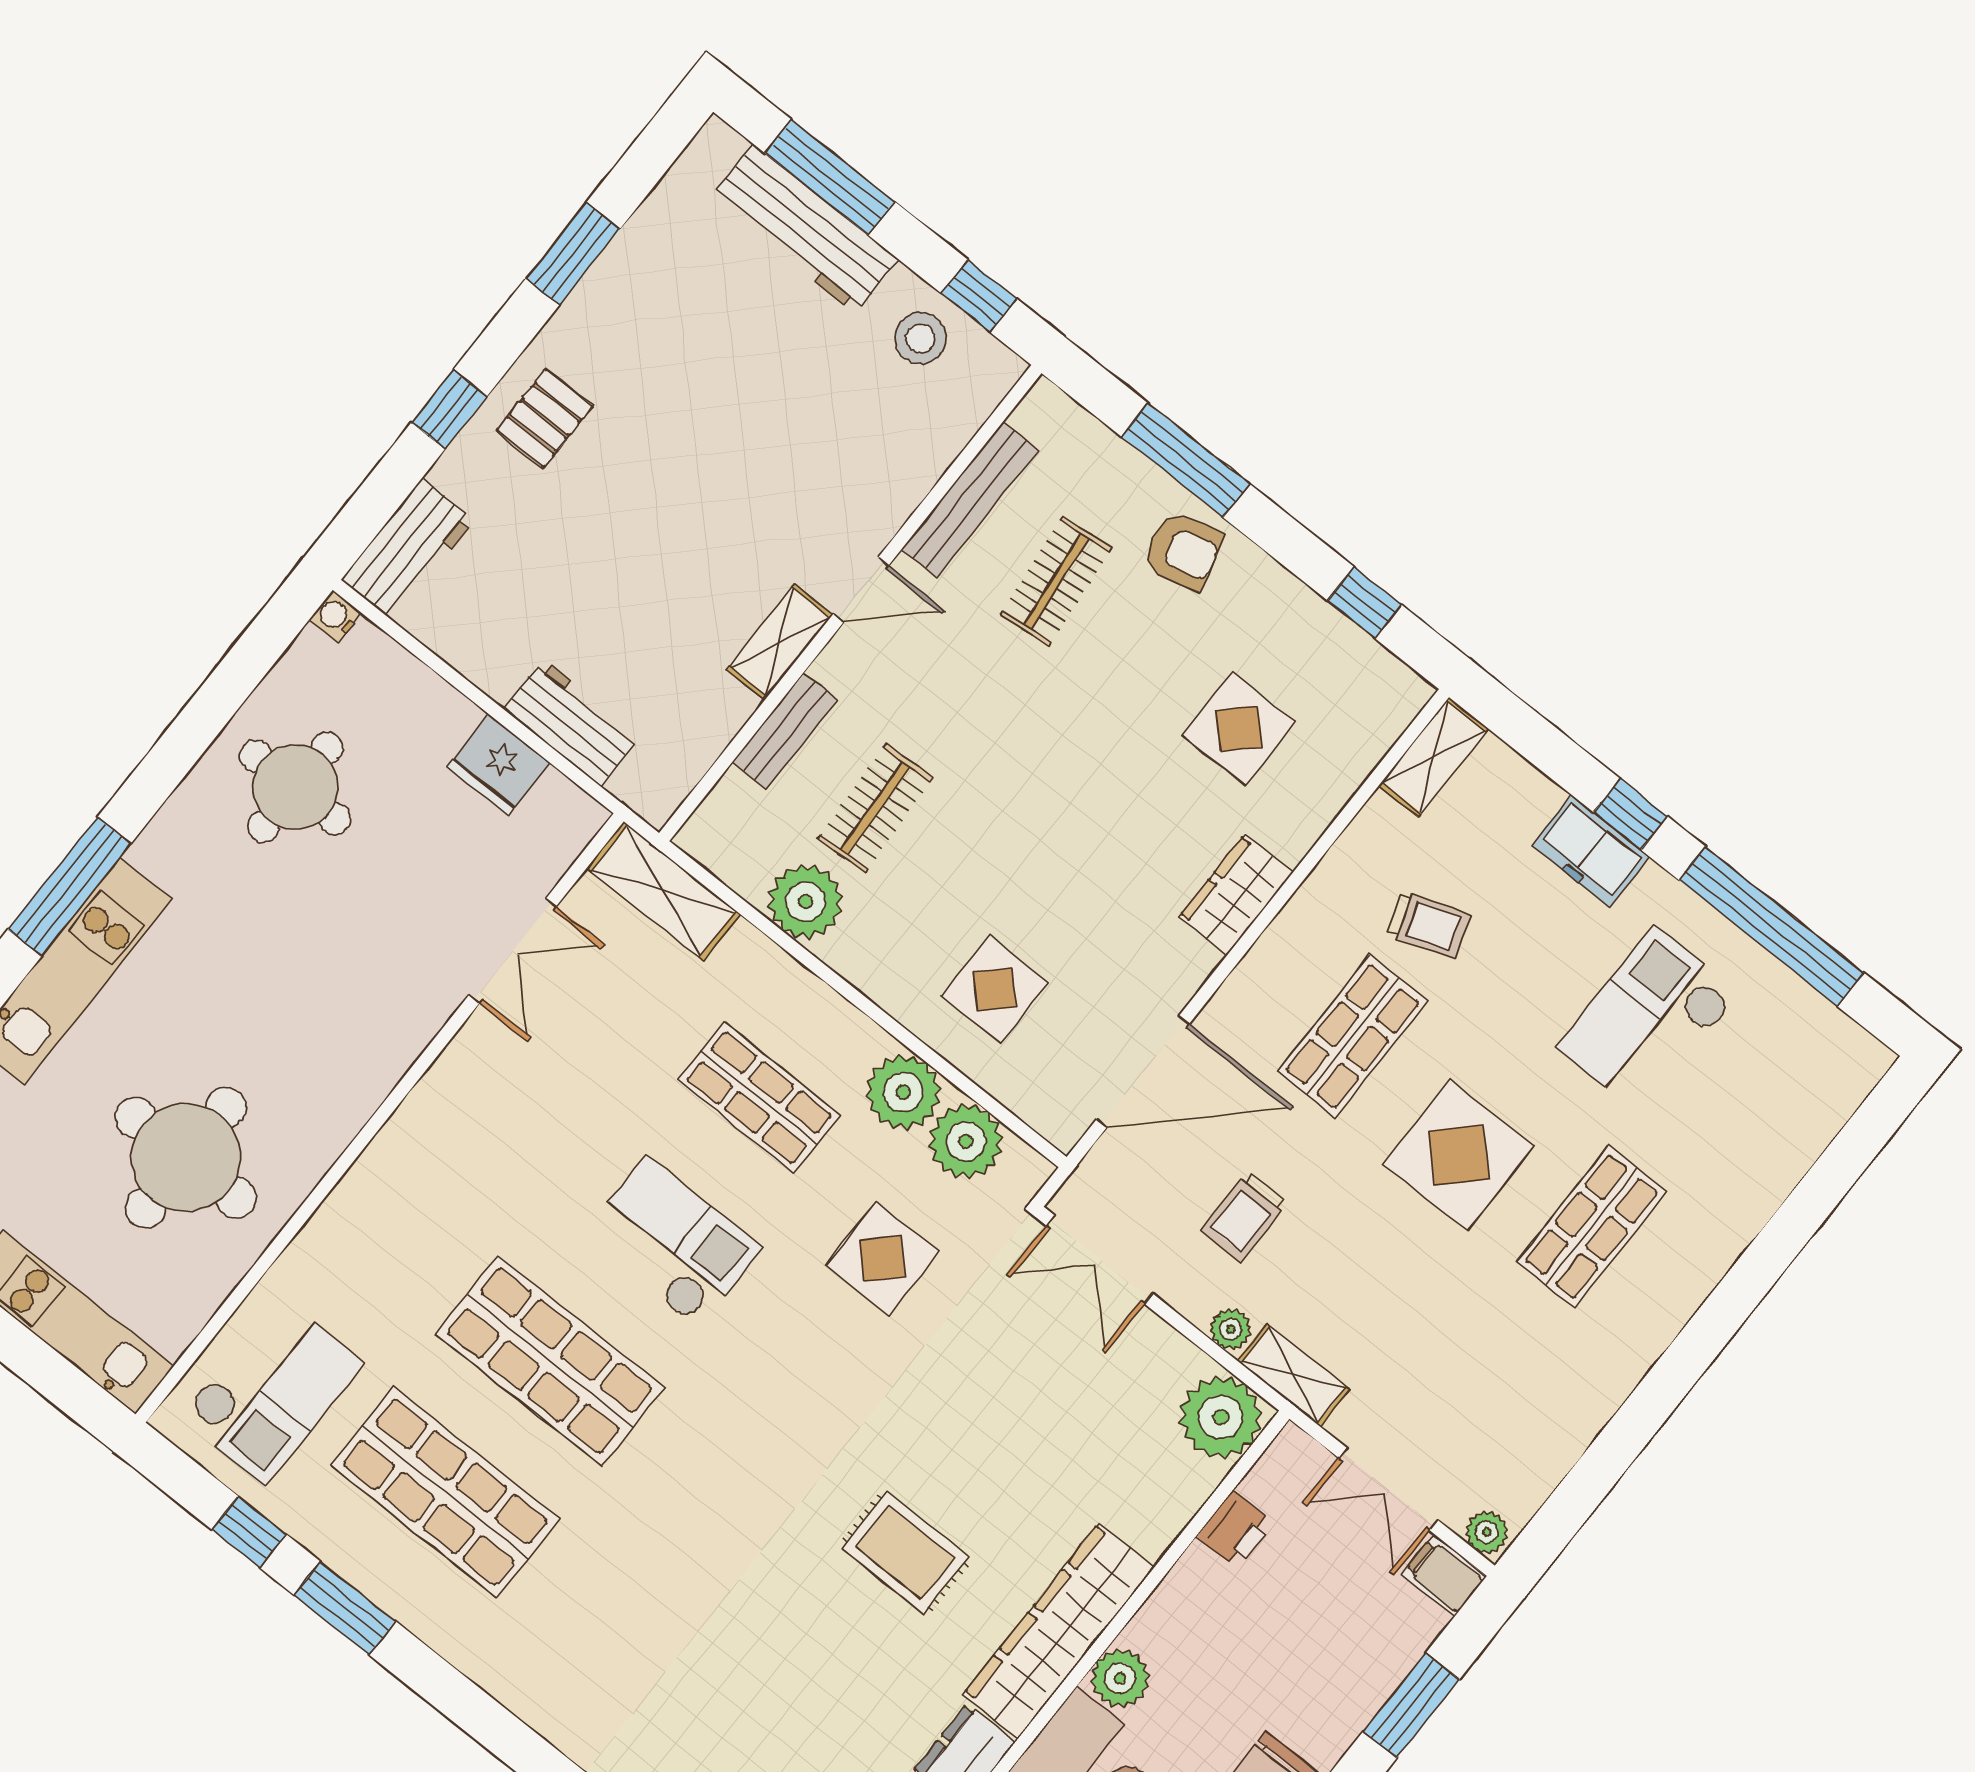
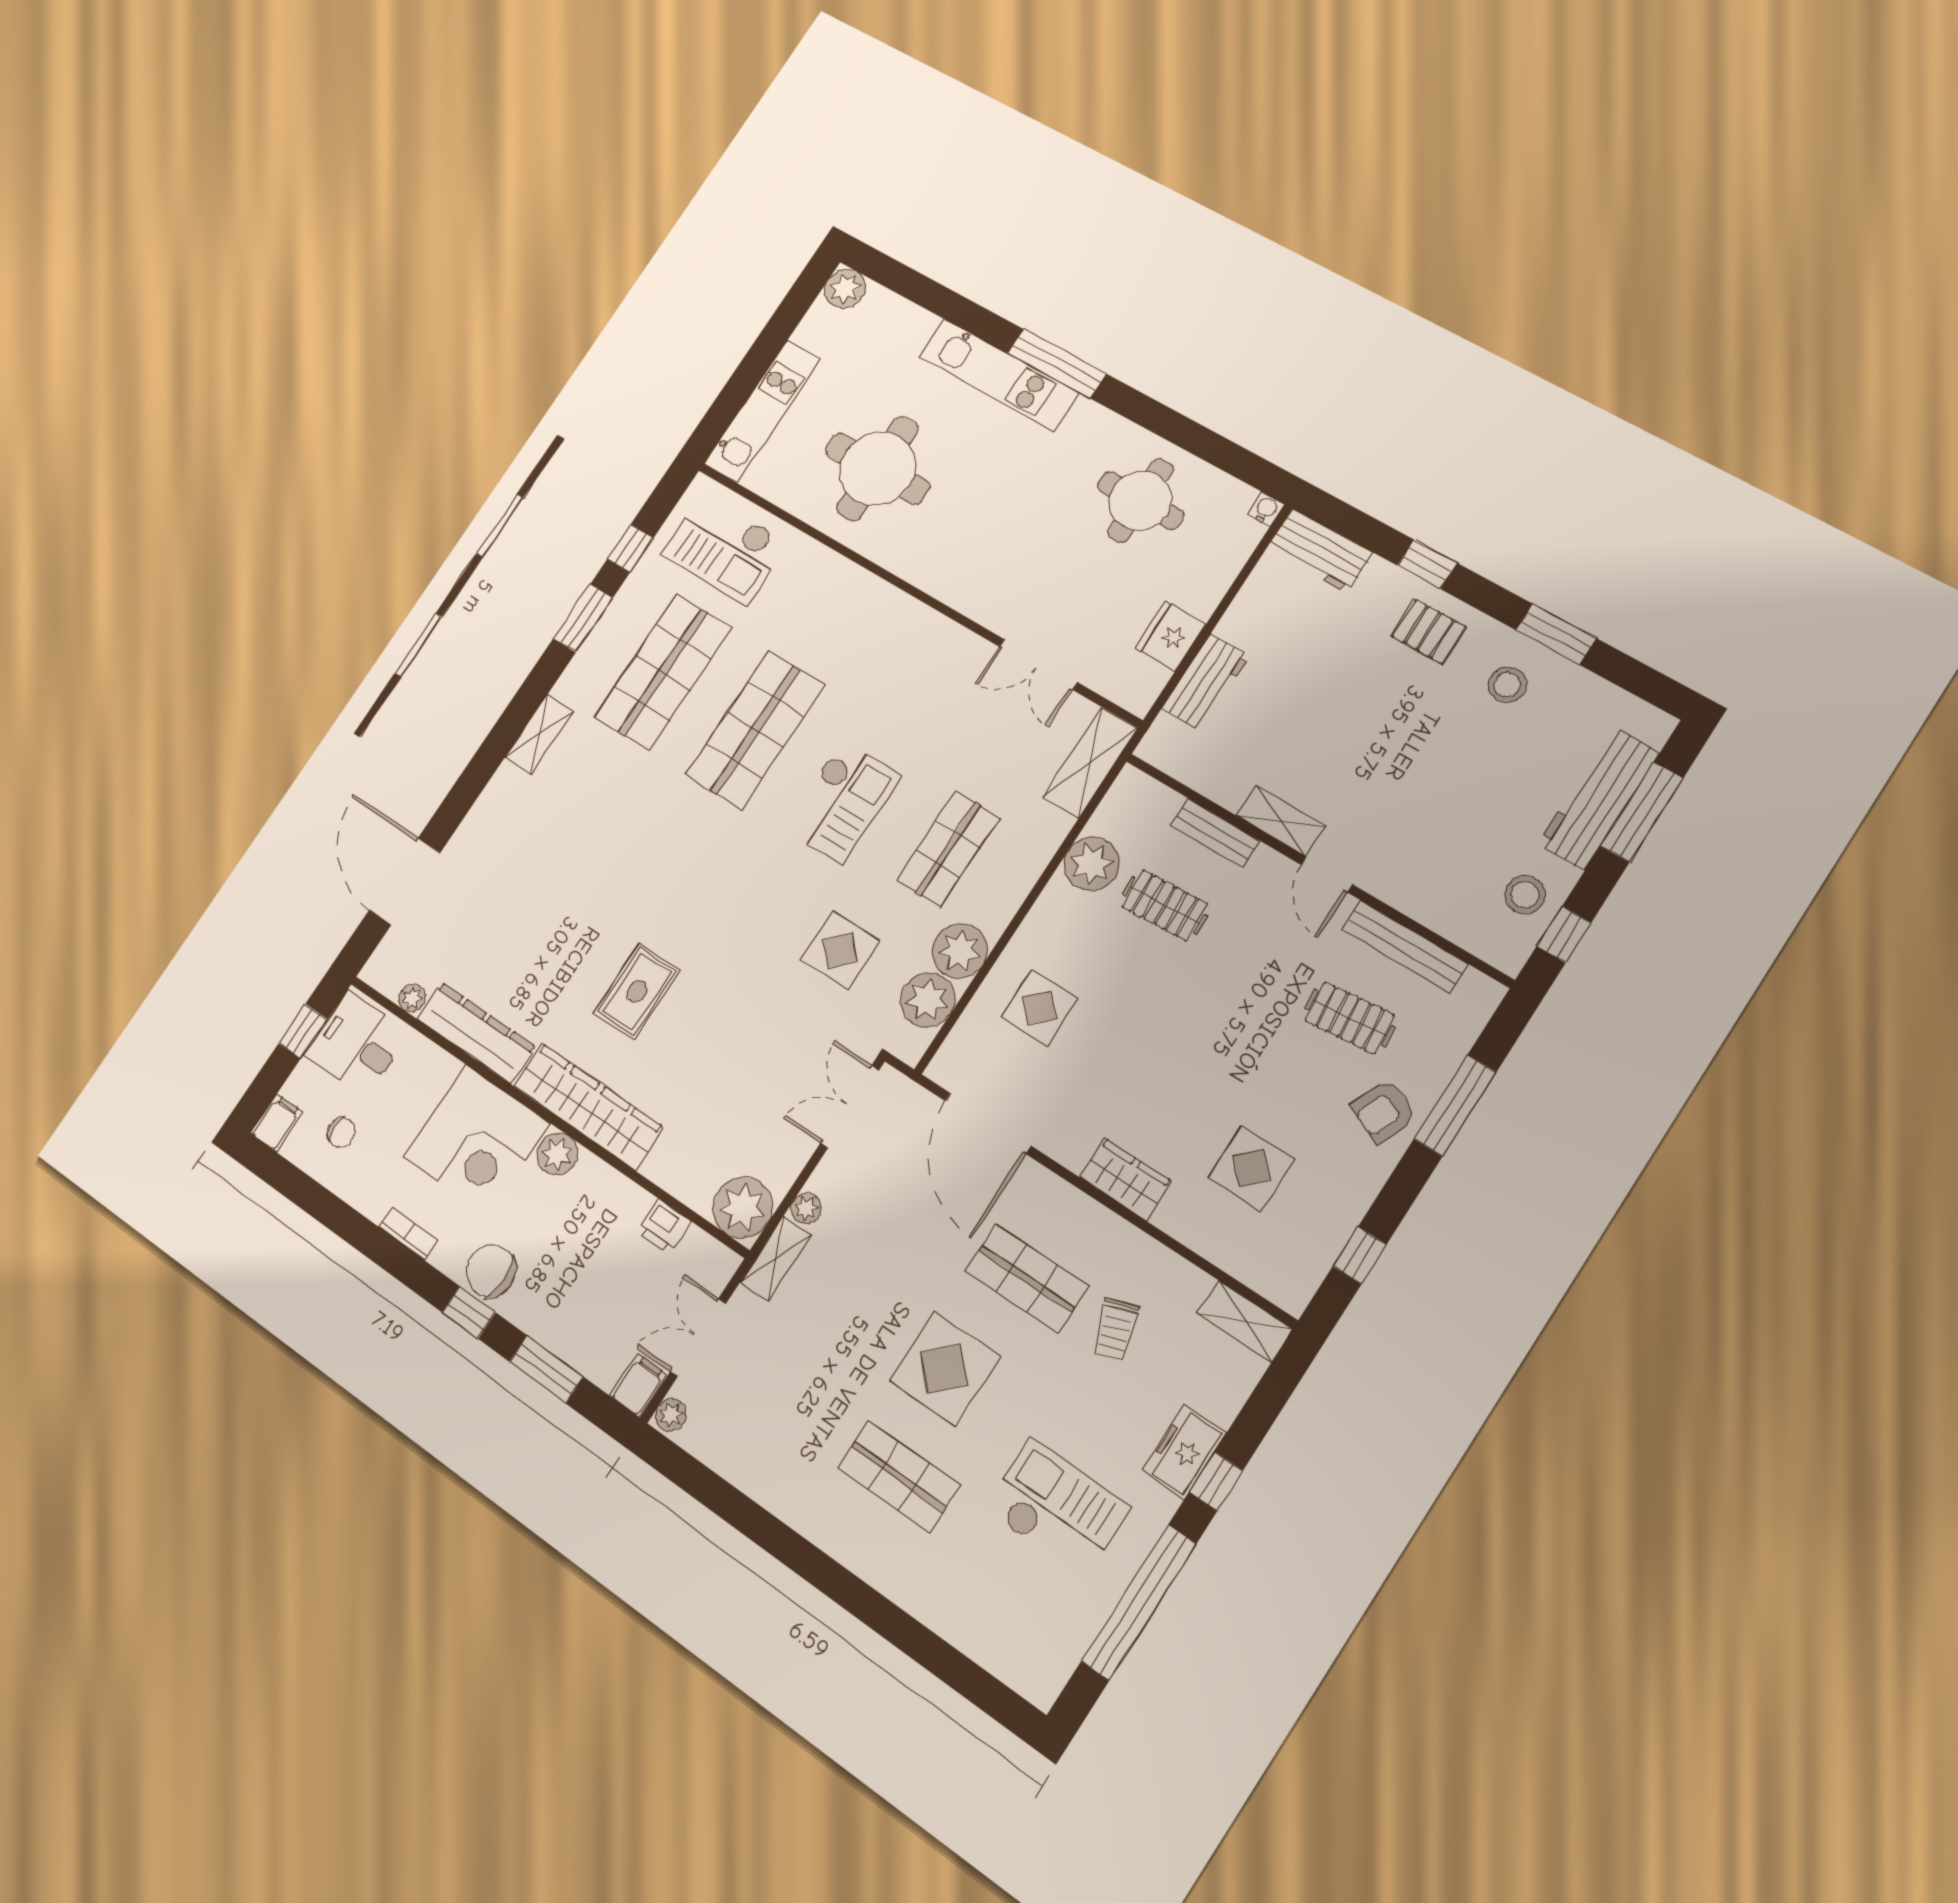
stool: (633, 325) -> (1507, 685), added
armchair: (1183, 551) -> (1384, 1111), turned 39
trolley: (1244, 1217) -> (888, 1210), removed
shelving: (511, 1682) -> (539, 734), added

